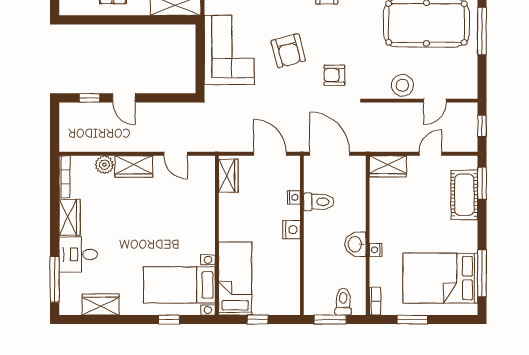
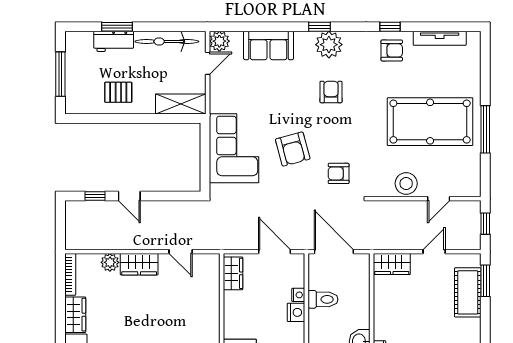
nightstand: (292, 230) -> (296, 312), moved

